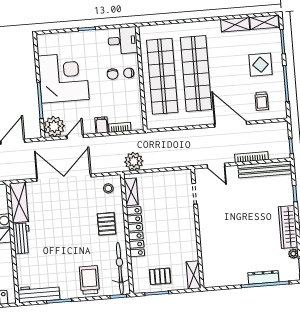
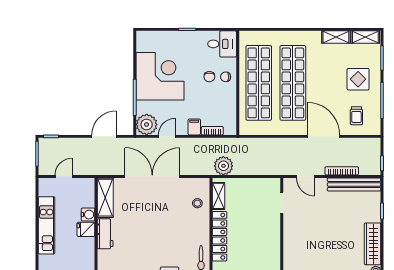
stool: (108, 188) -> (197, 203), moved
pallet: (106, 224) -> (191, 226), removed

